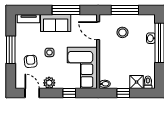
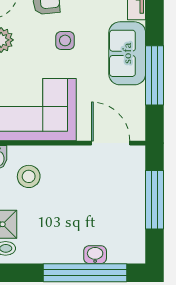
door: (98, 31) -> (111, 143), hinge flipped
stool: (122, 32) -> (29, 176), moved

